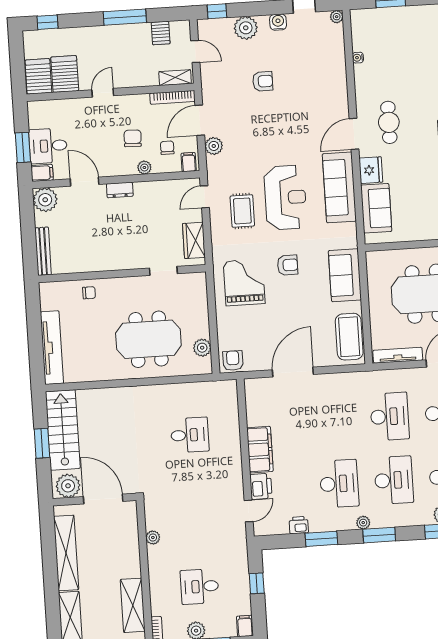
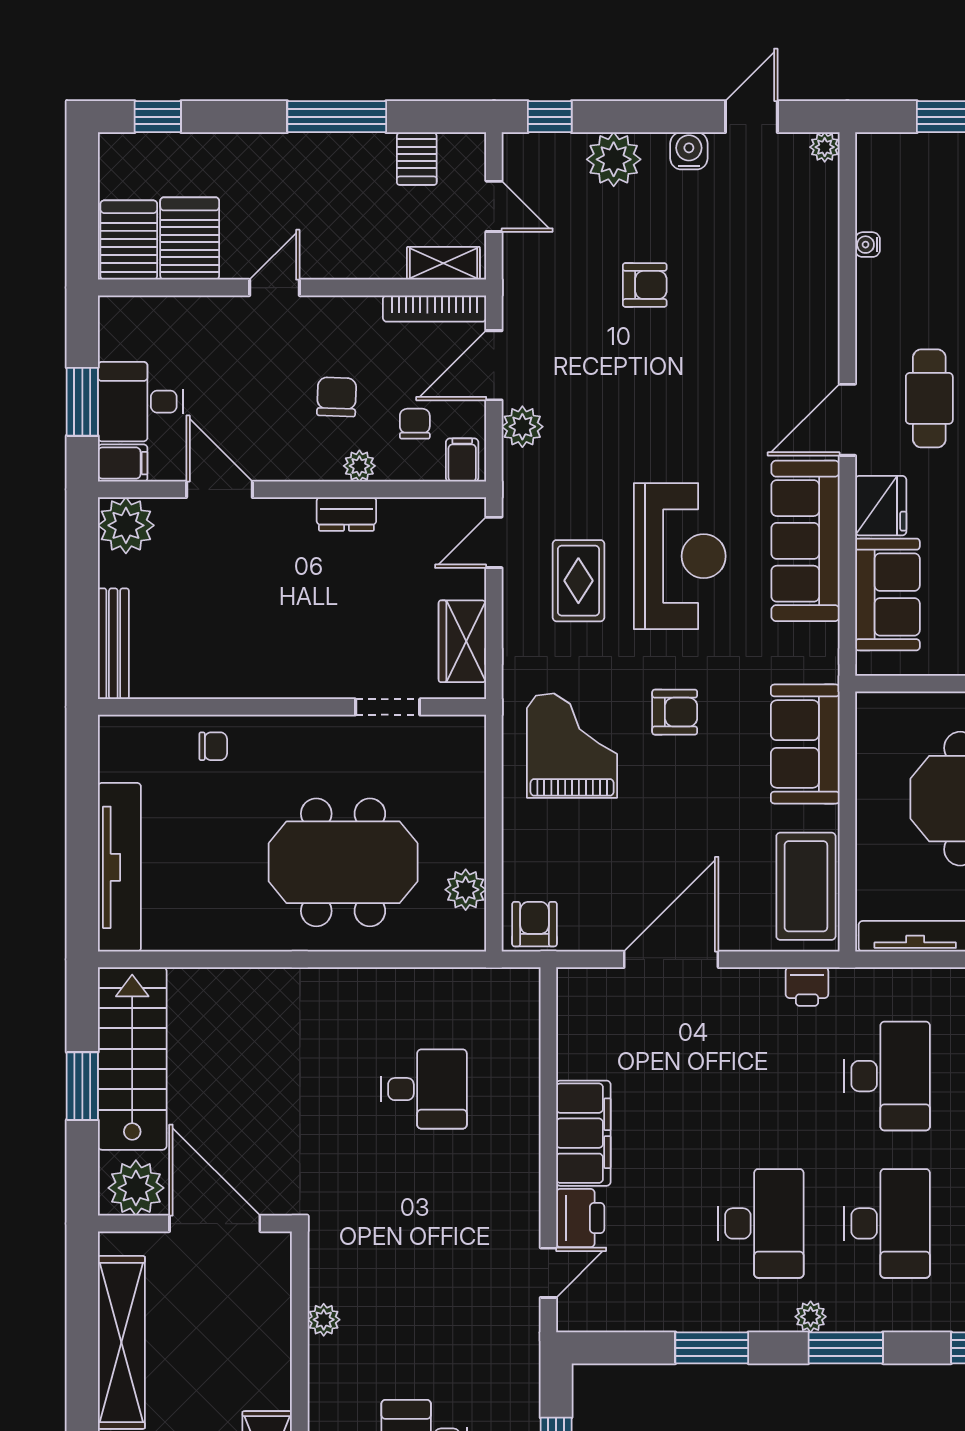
dresser: (120, 190) -> (346, 514), moved
printer: (299, 525) -> (807, 987), moved, turned 180

